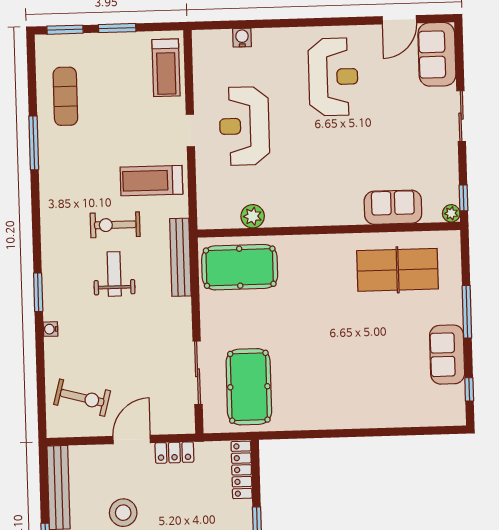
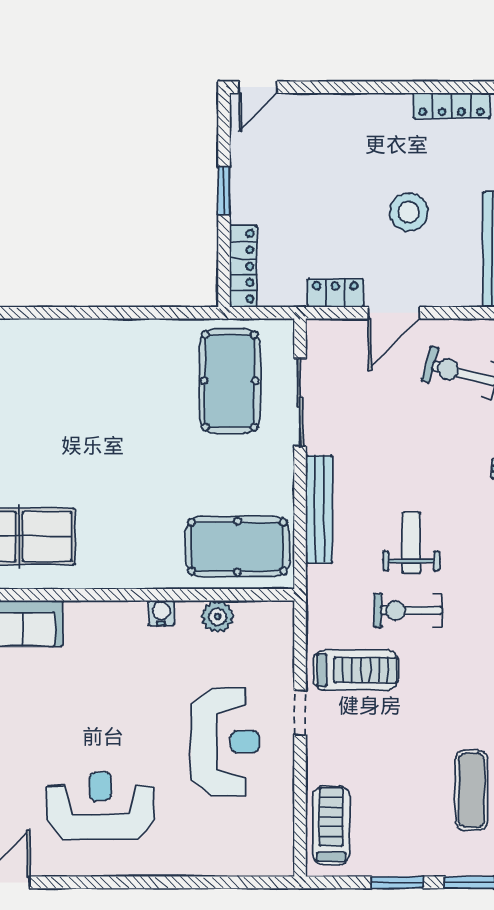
water cooler: (242, 38) -> (161, 613), moved, turned 180
reception desk: (333, 77) -> (100, 806), turned 90
doorway: (190, 131) -> (300, 713), moved
exercise bike: (115, 225) -> (408, 610), turned 180
bench: (180, 257) -> (319, 509), moved
weight bench: (114, 274) -> (411, 543), turned 180

